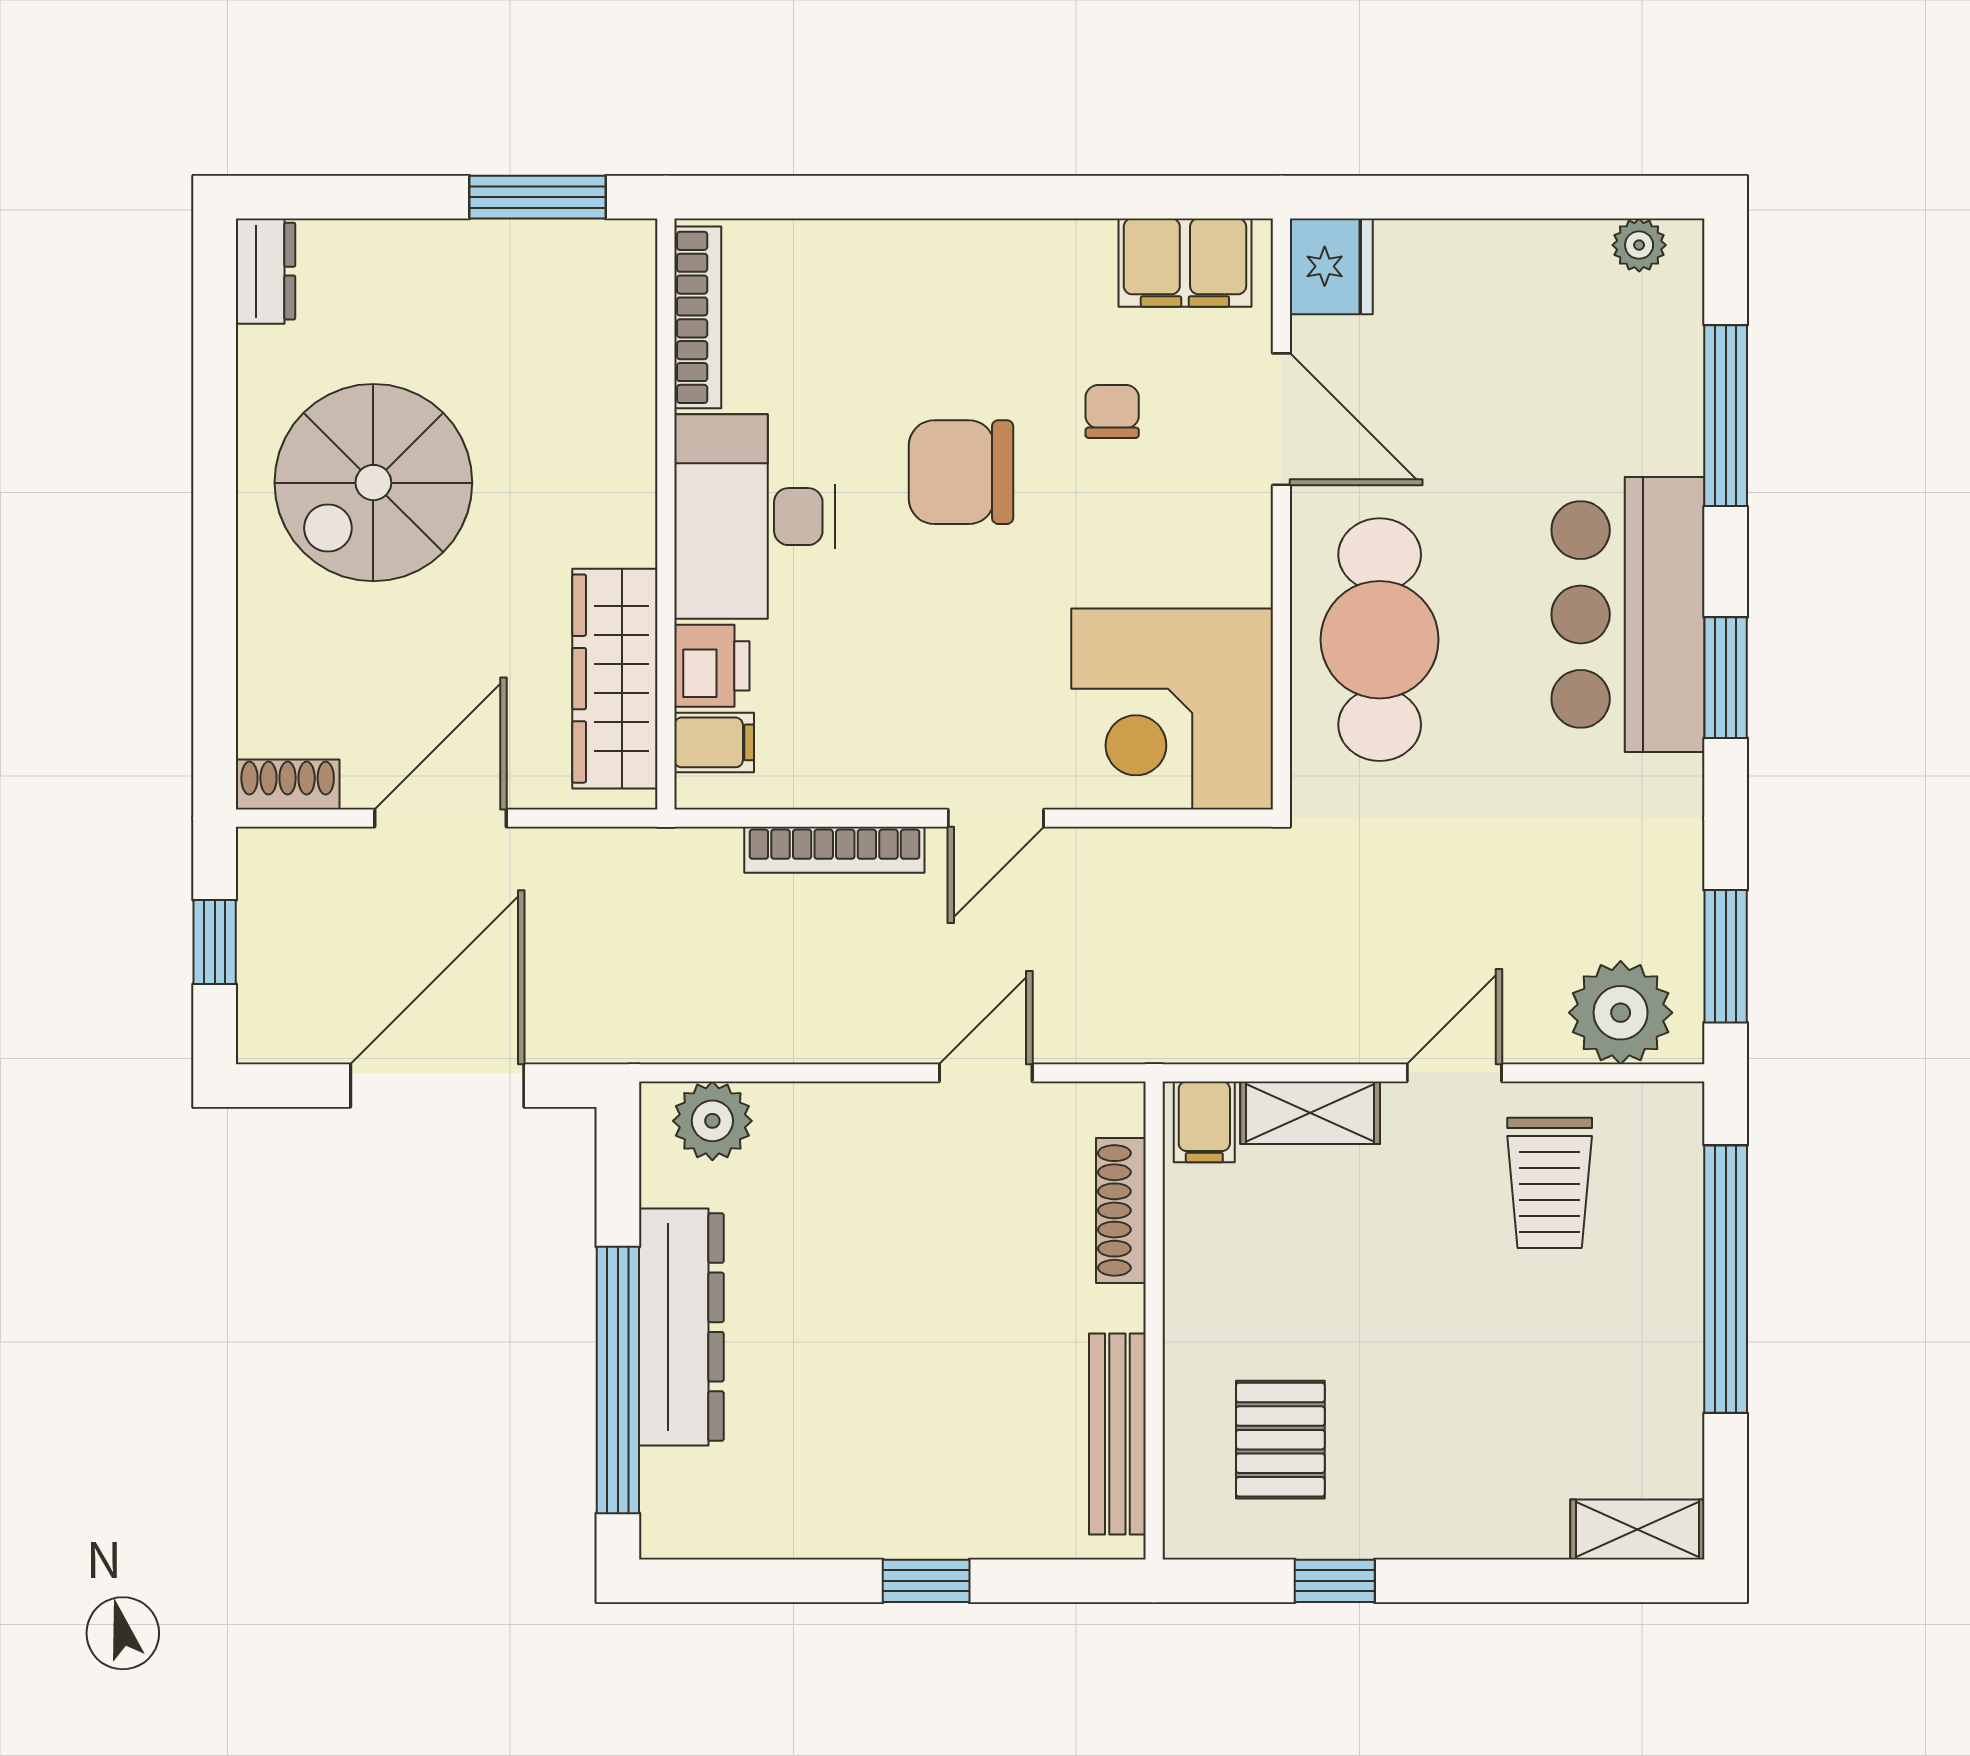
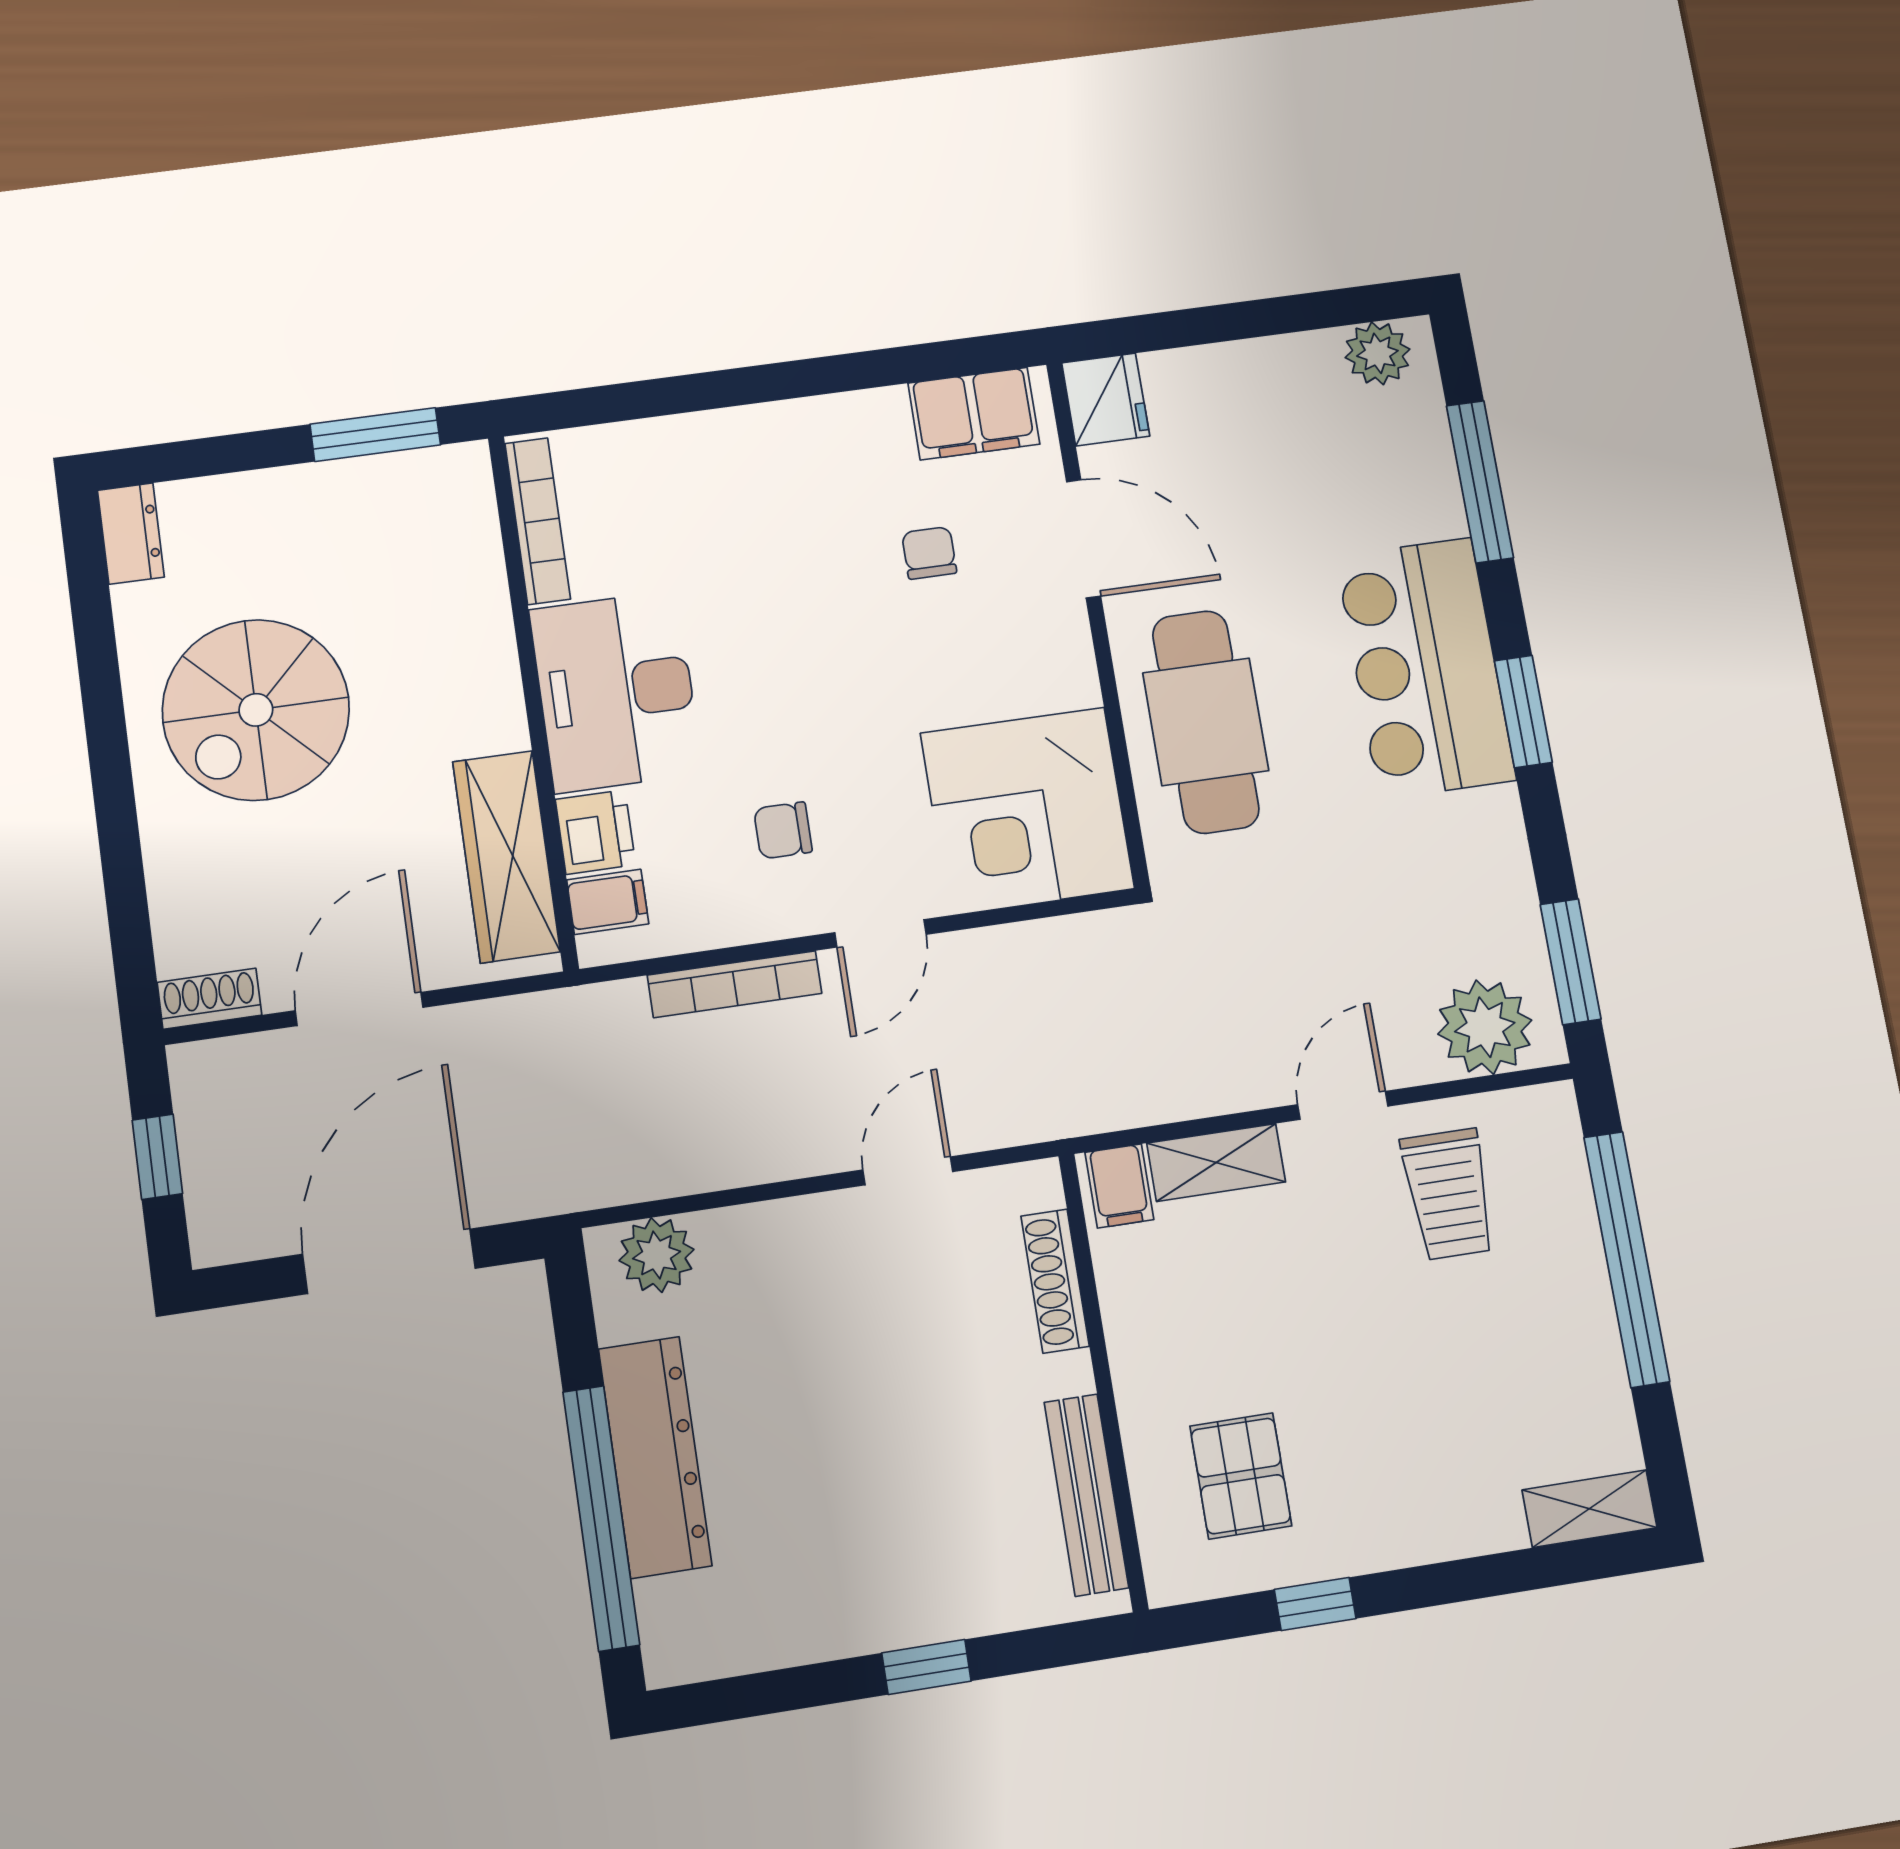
plant: (1639, 245) -> (1377, 353), width x1.38, depth x1.38
chair: (961, 472) -> (783, 830), moved, width x0.54, depth x0.54

